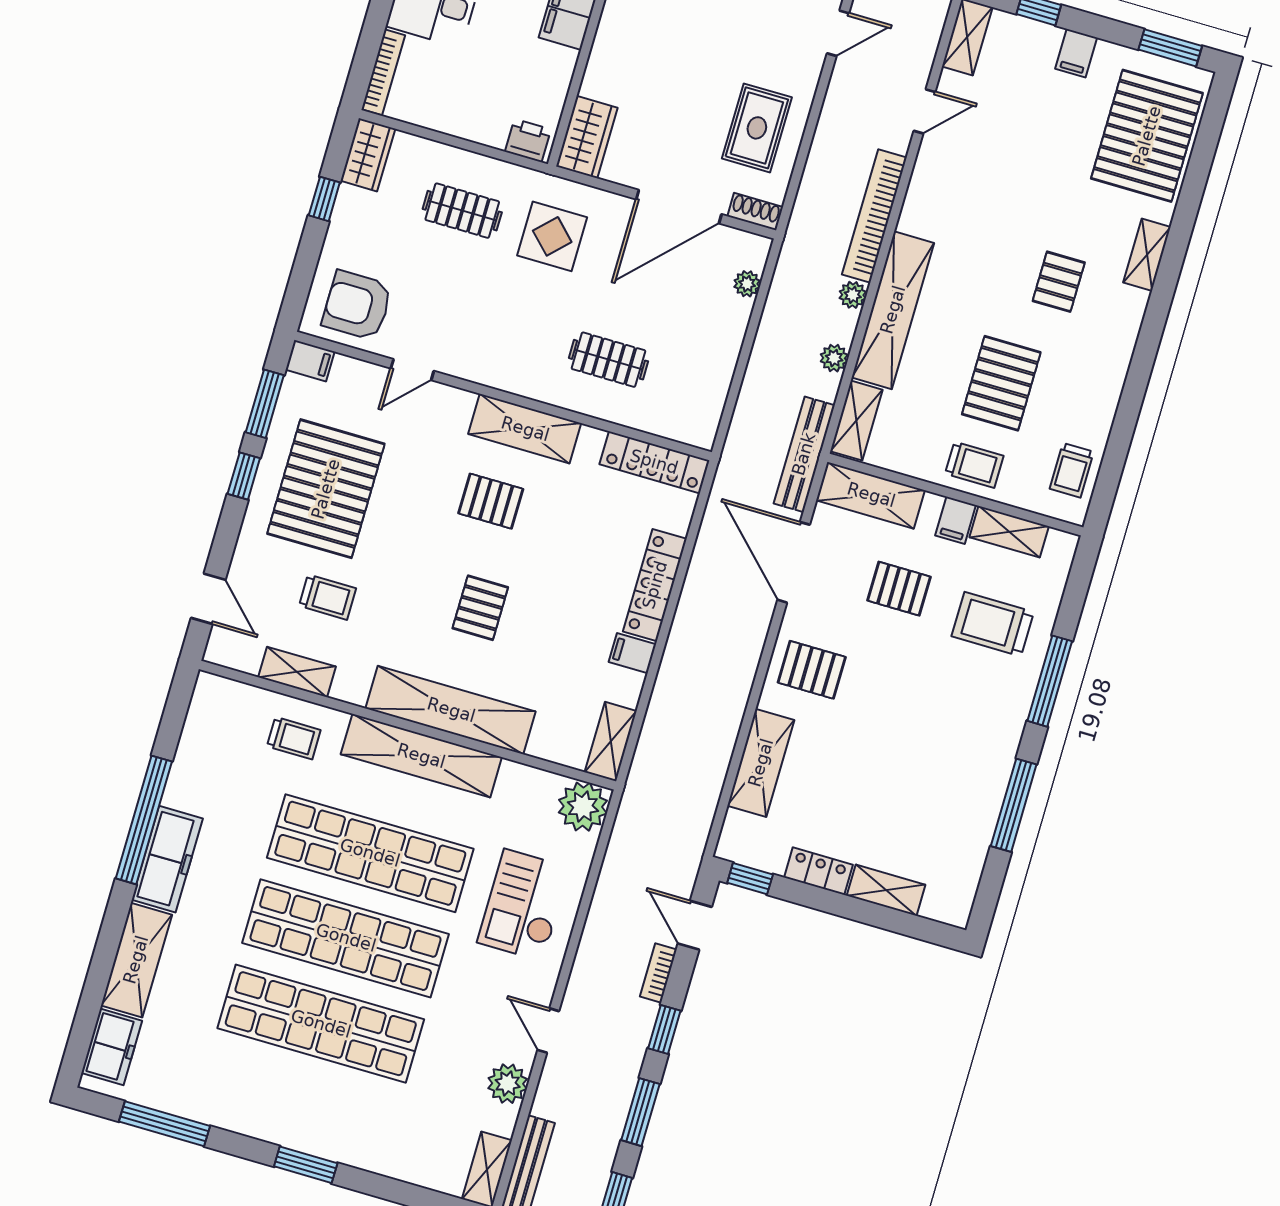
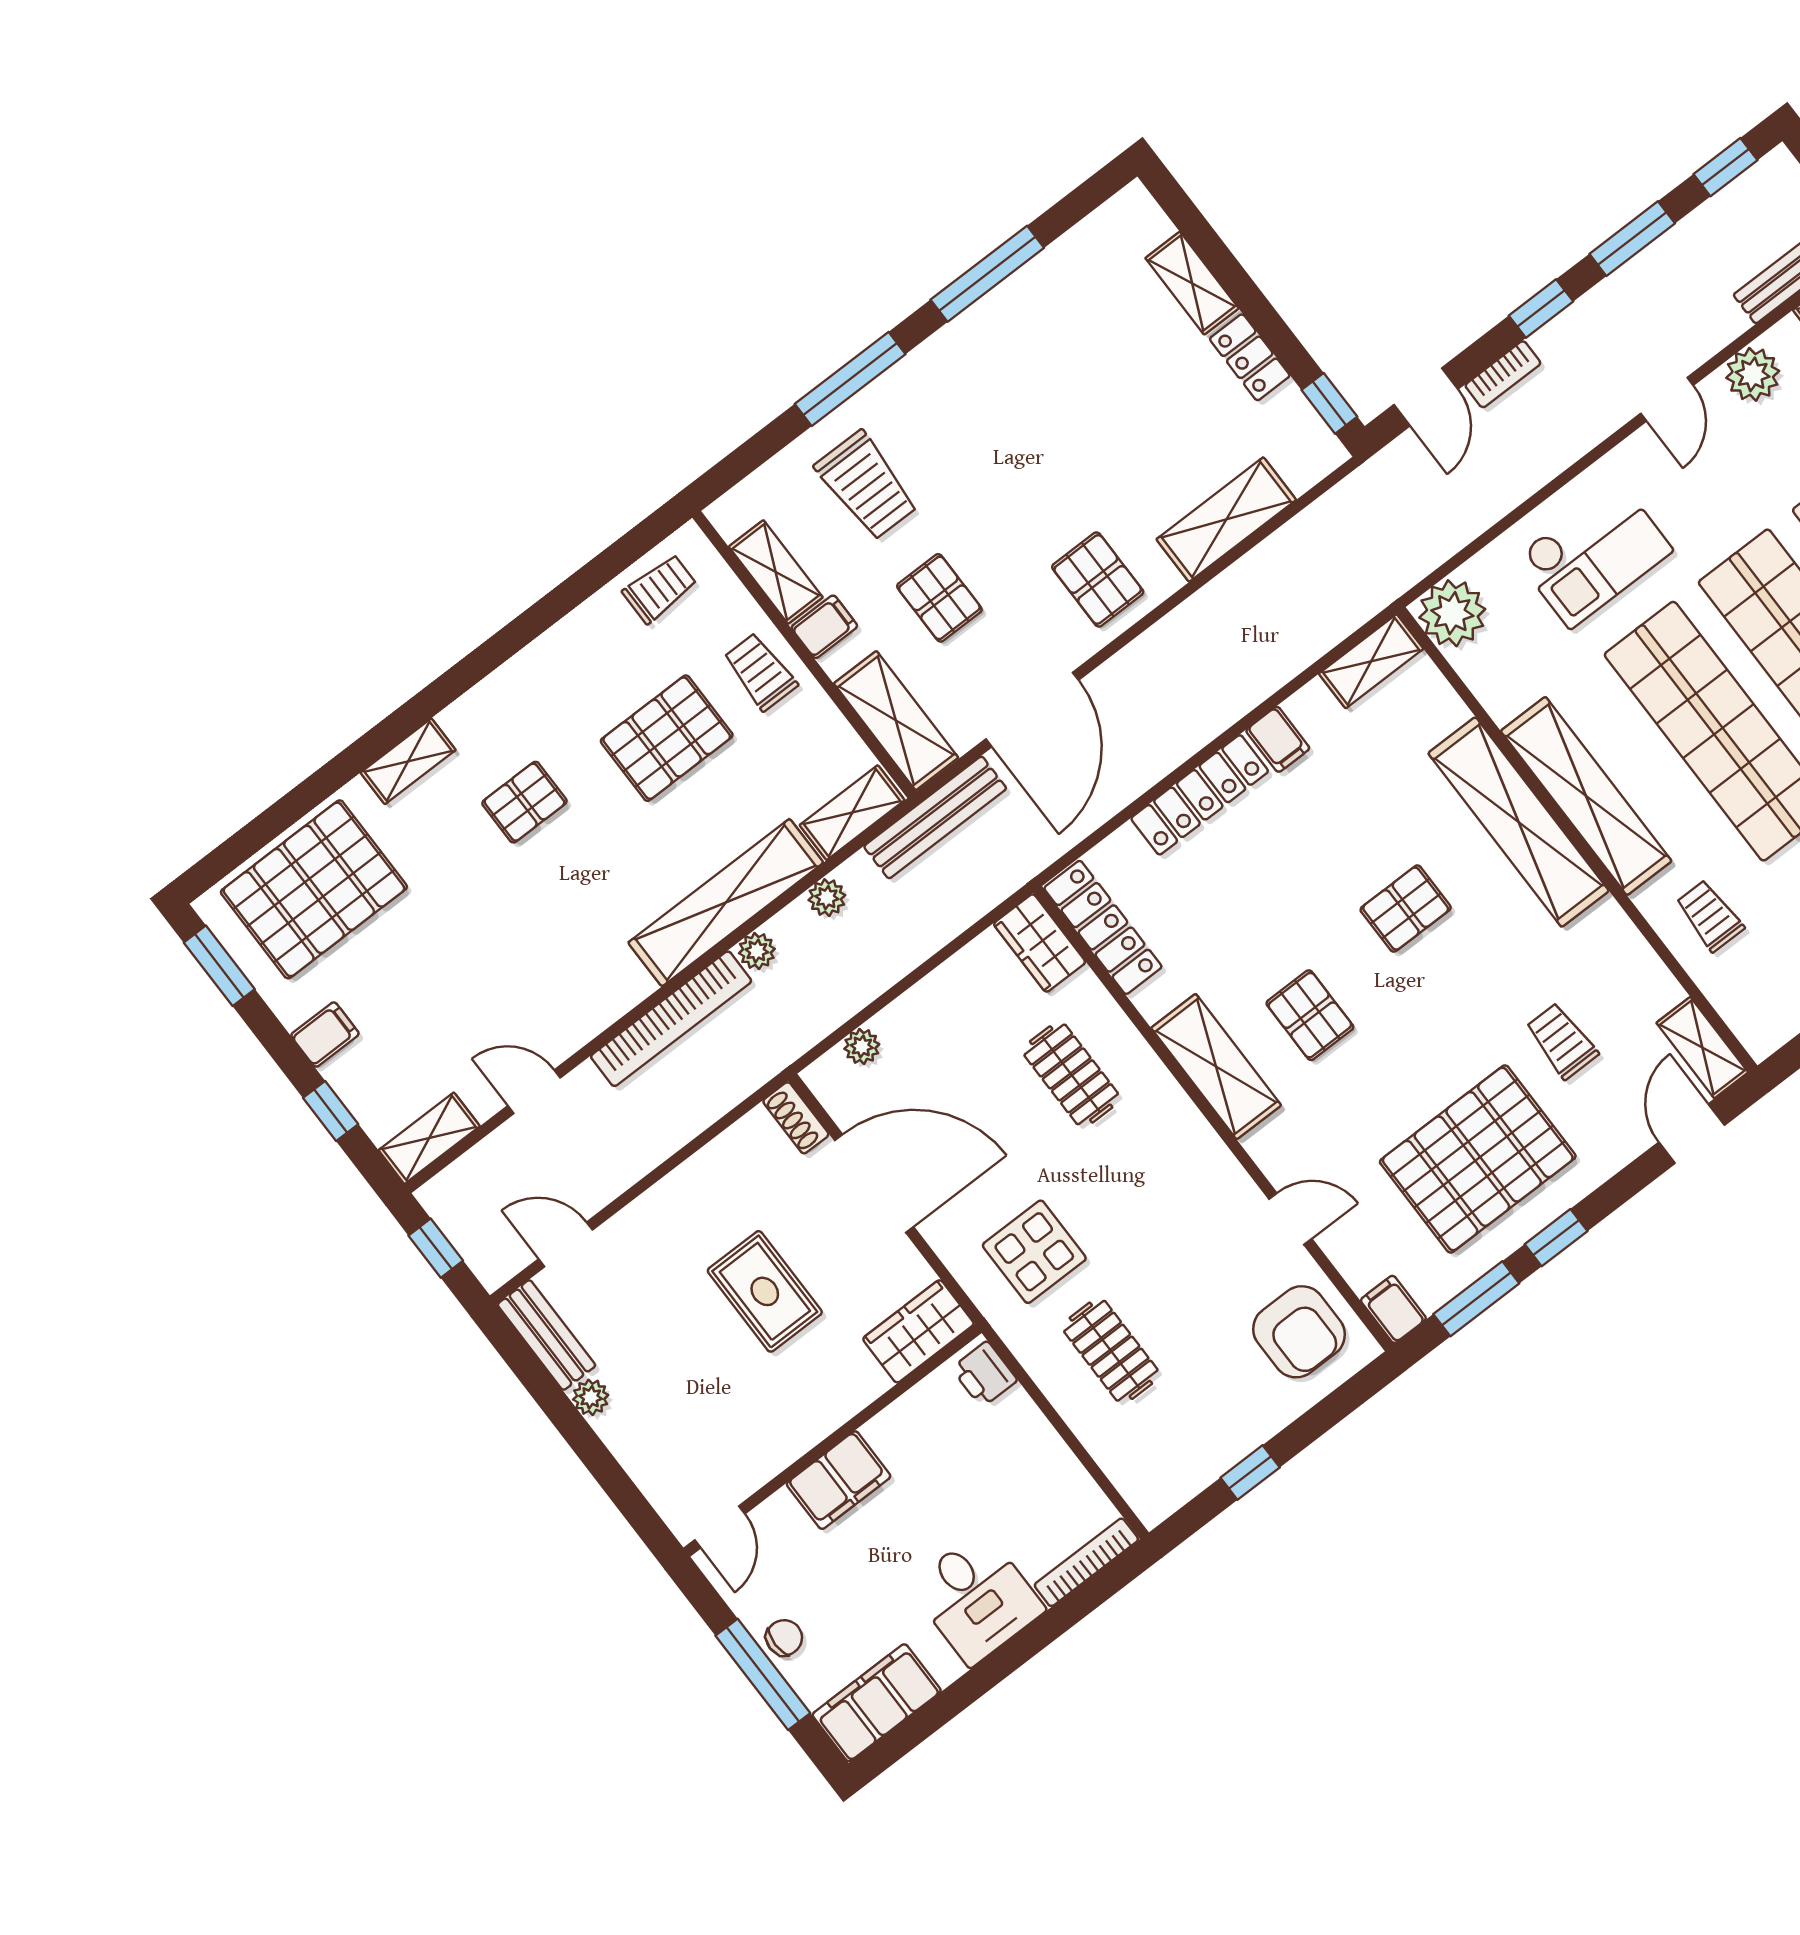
rug: (757, 128) -> (765, 1291), moved, turned 90
wardrobe: (368, 155) -> (1040, 943), moved, turned -90
shelving: (297, 672) -> (1702, 1048), moved

